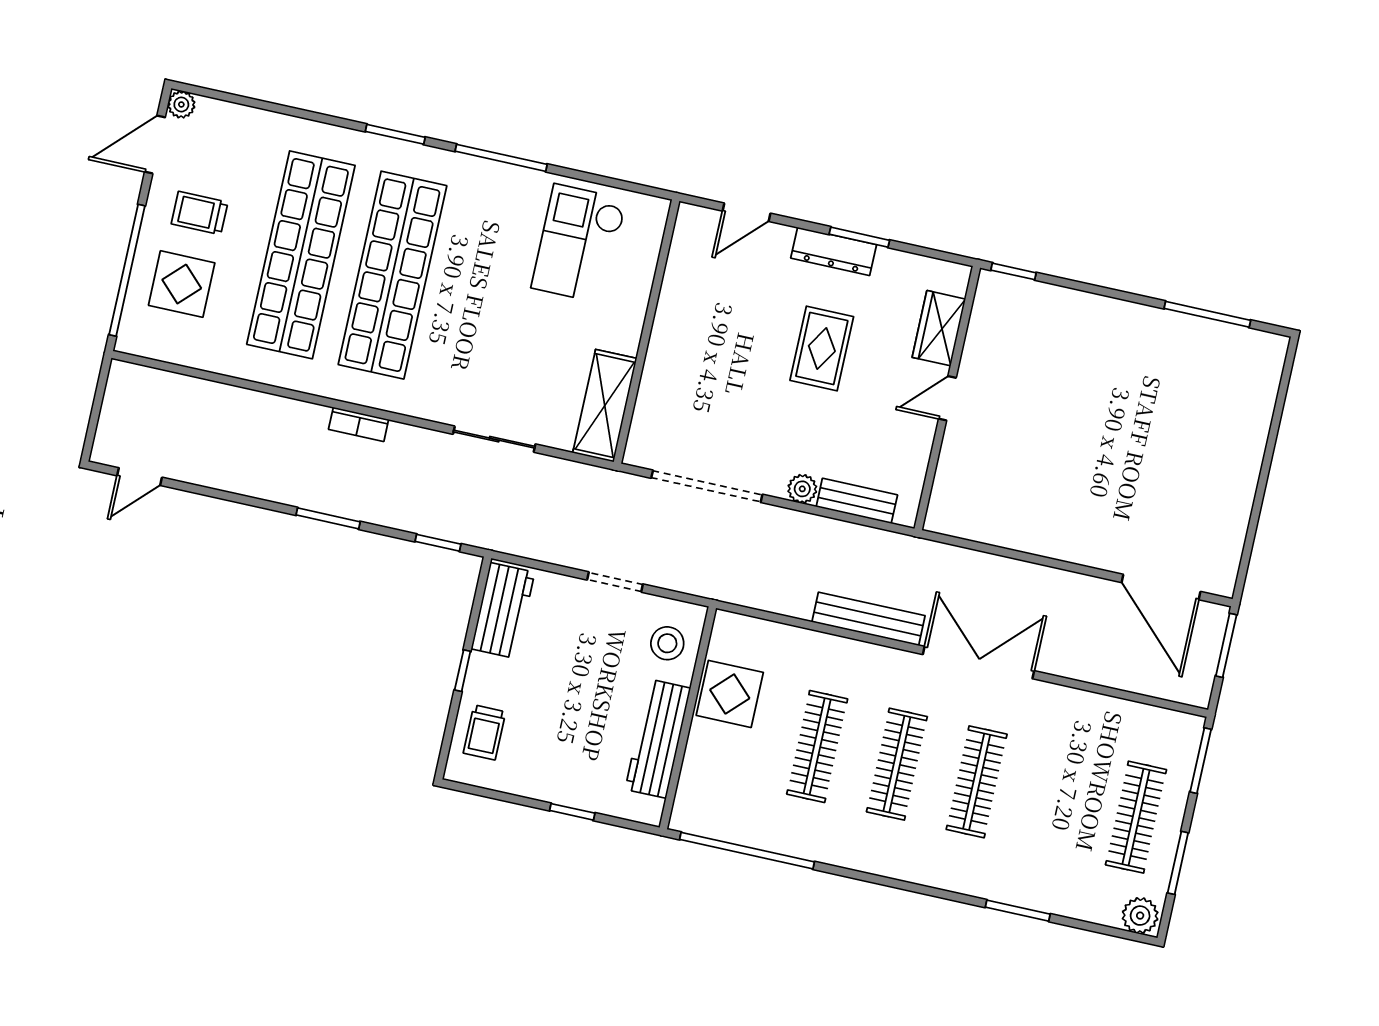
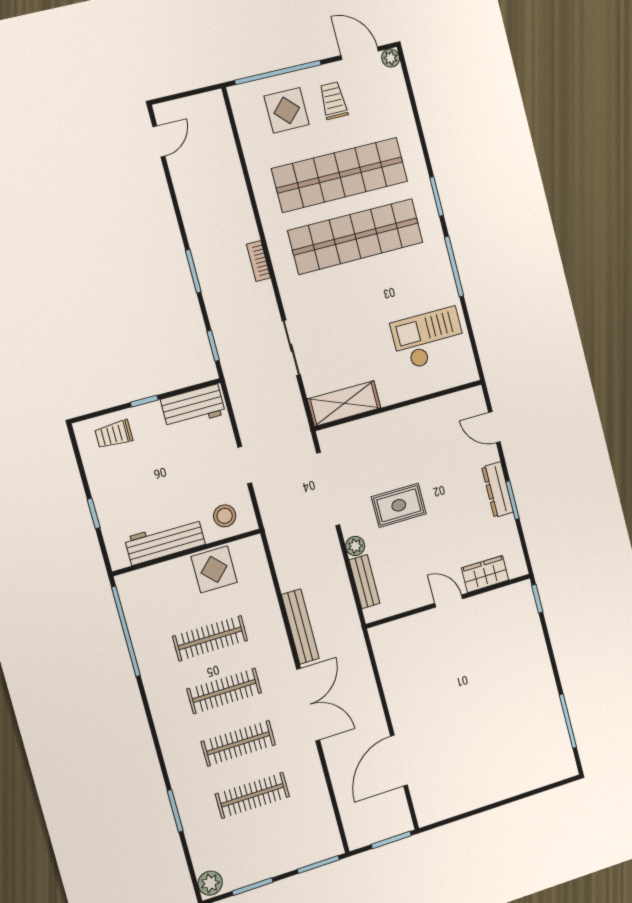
rug: (822, 348) -> (399, 505), moved
door: (140, 477) -> (159, 141), swing flipped
door: (1161, 587) -> (399, 761), moved
clothes rail: (1136, 817) -> (252, 795), moved

